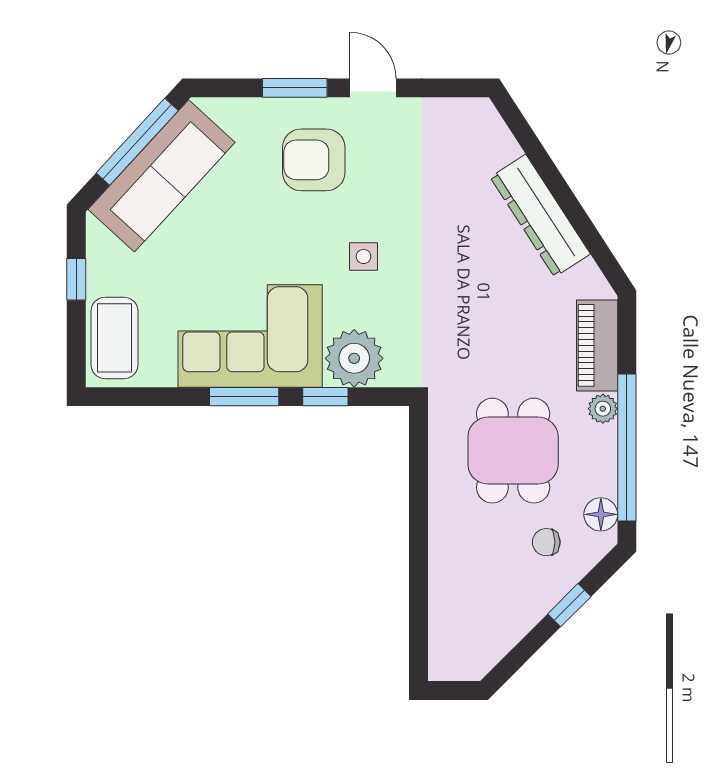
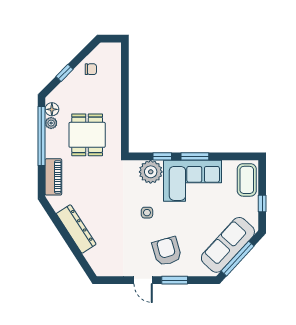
armchair: (314, 160) -> (167, 251), turned -106
plant: (603, 409) -> (51, 123), moved
chair: (546, 542) -> (91, 69), moved

